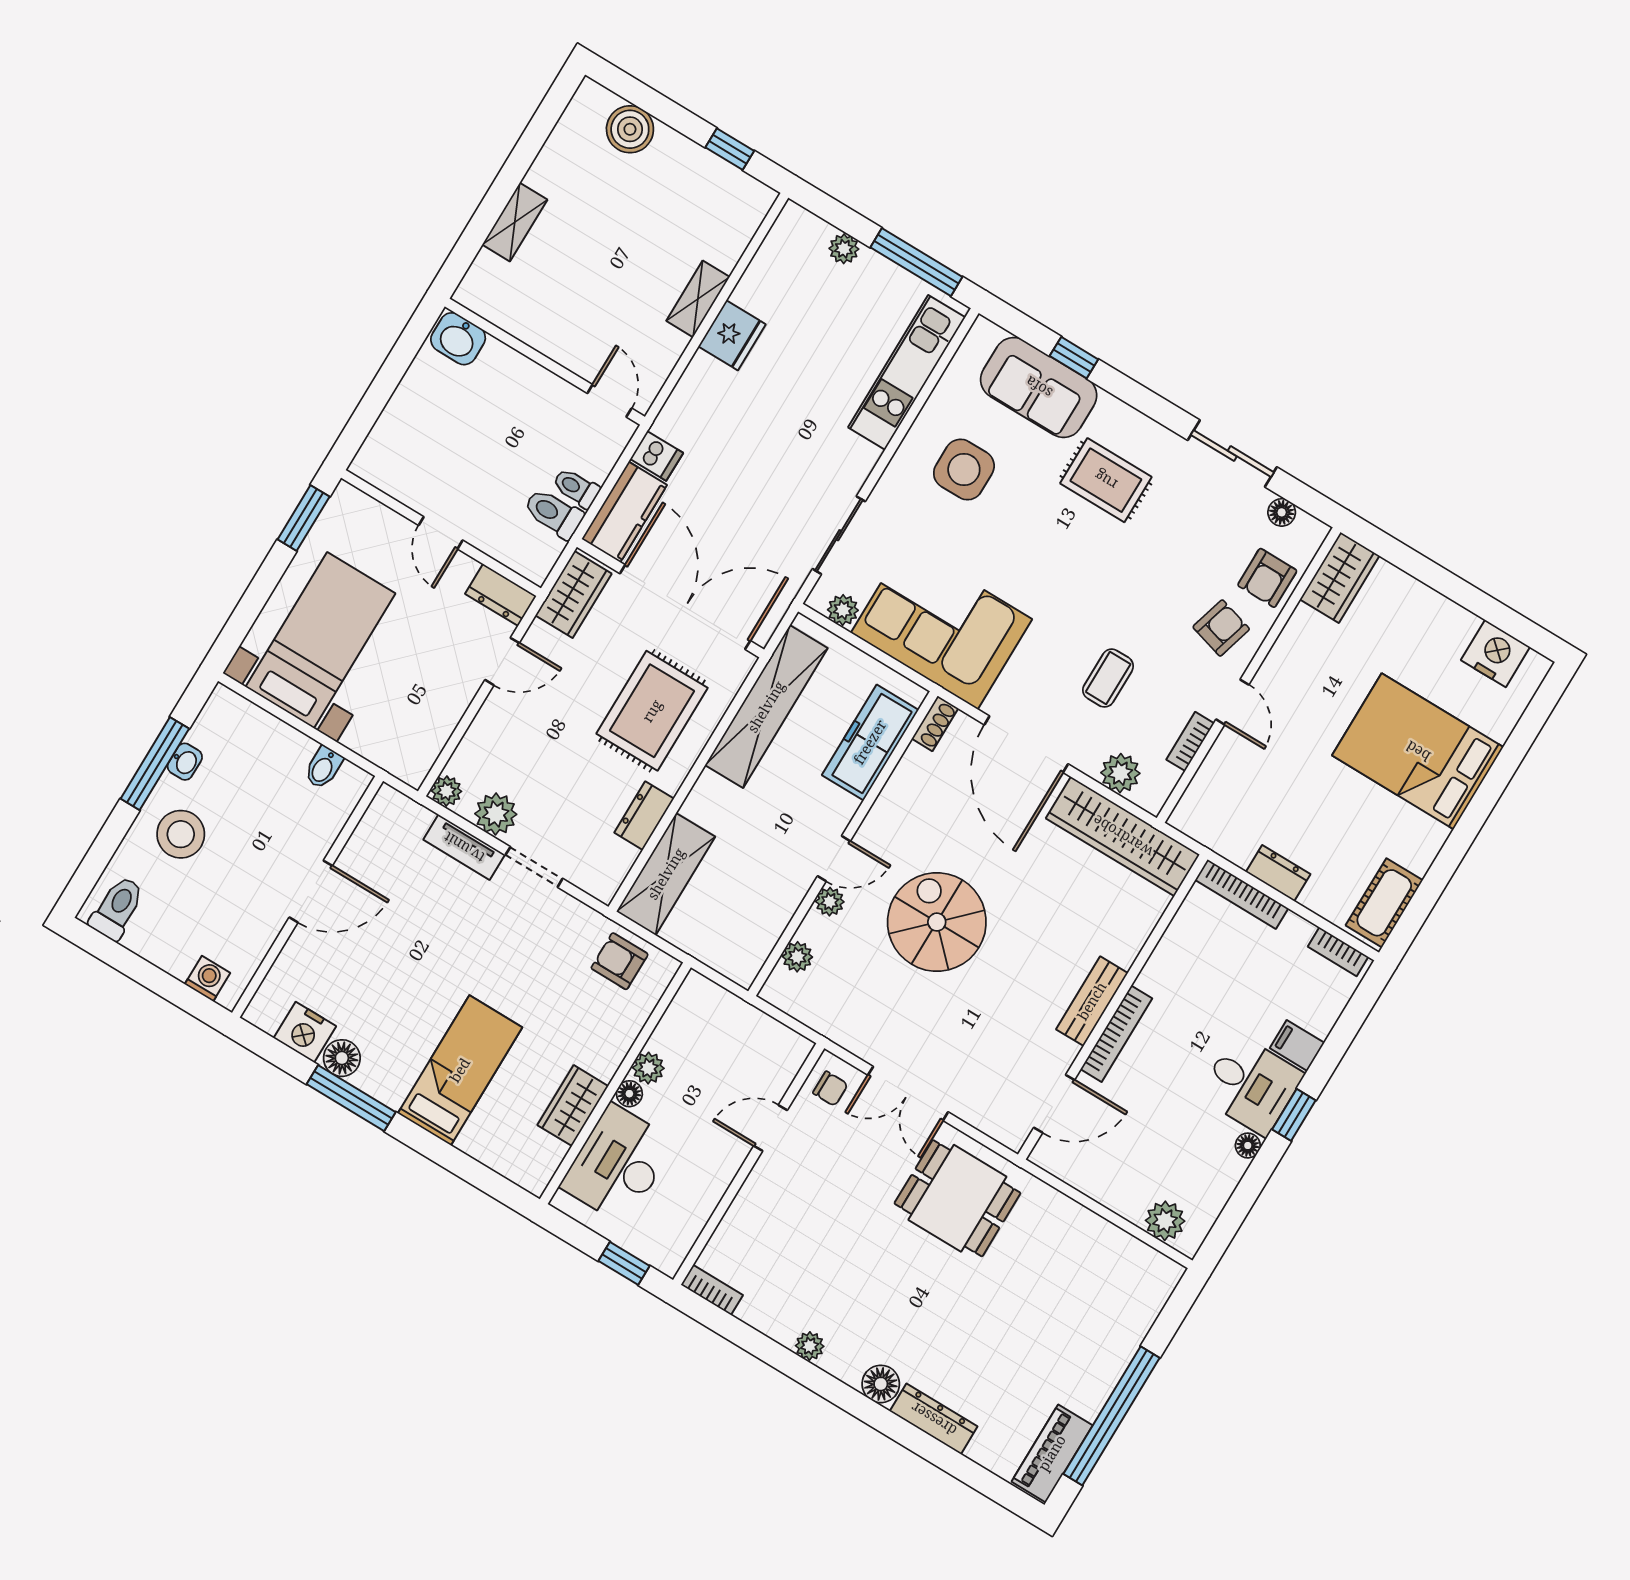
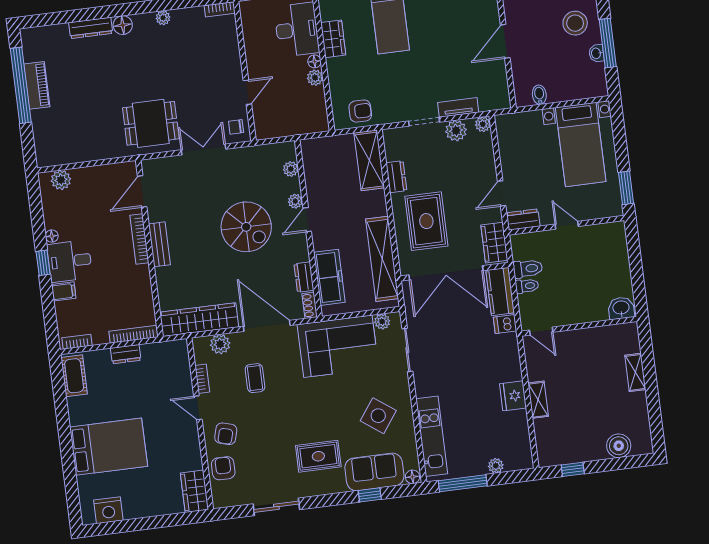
side table: (964, 470) -> (378, 416), turned 36
floor lamp: (1282, 512) -> (413, 477), moved
dresser: (909, 774) -> (304, 277), added
piano: (1052, 1453) -> (37, 85), moved

